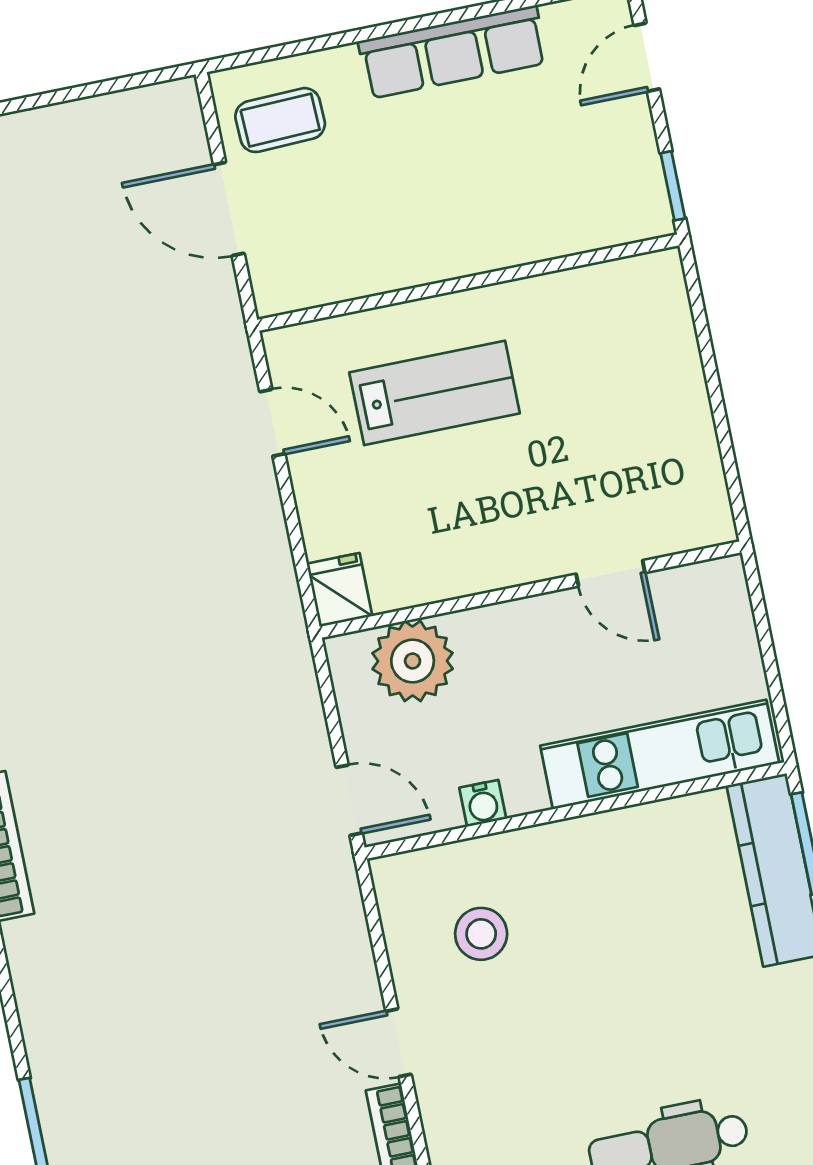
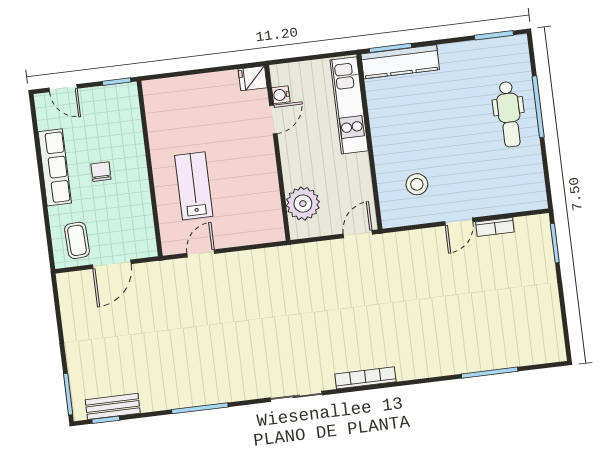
chair: (451, 165) -> (101, 172), added
fridge: (340, 590) -> (253, 78), moved
water cooler: (483, 803) -> (281, 95), moved, turned 180

